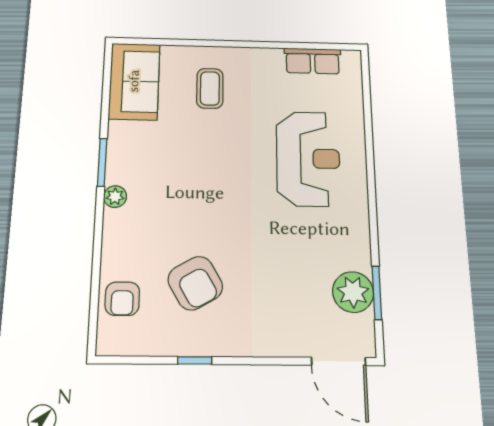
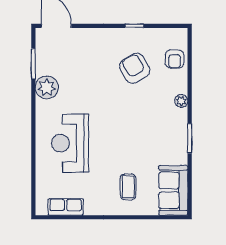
plant: (115, 197) -> (181, 101), moved
plant: (353, 292) -> (47, 87), moved
armchair: (122, 299) -> (175, 59), turned 180

